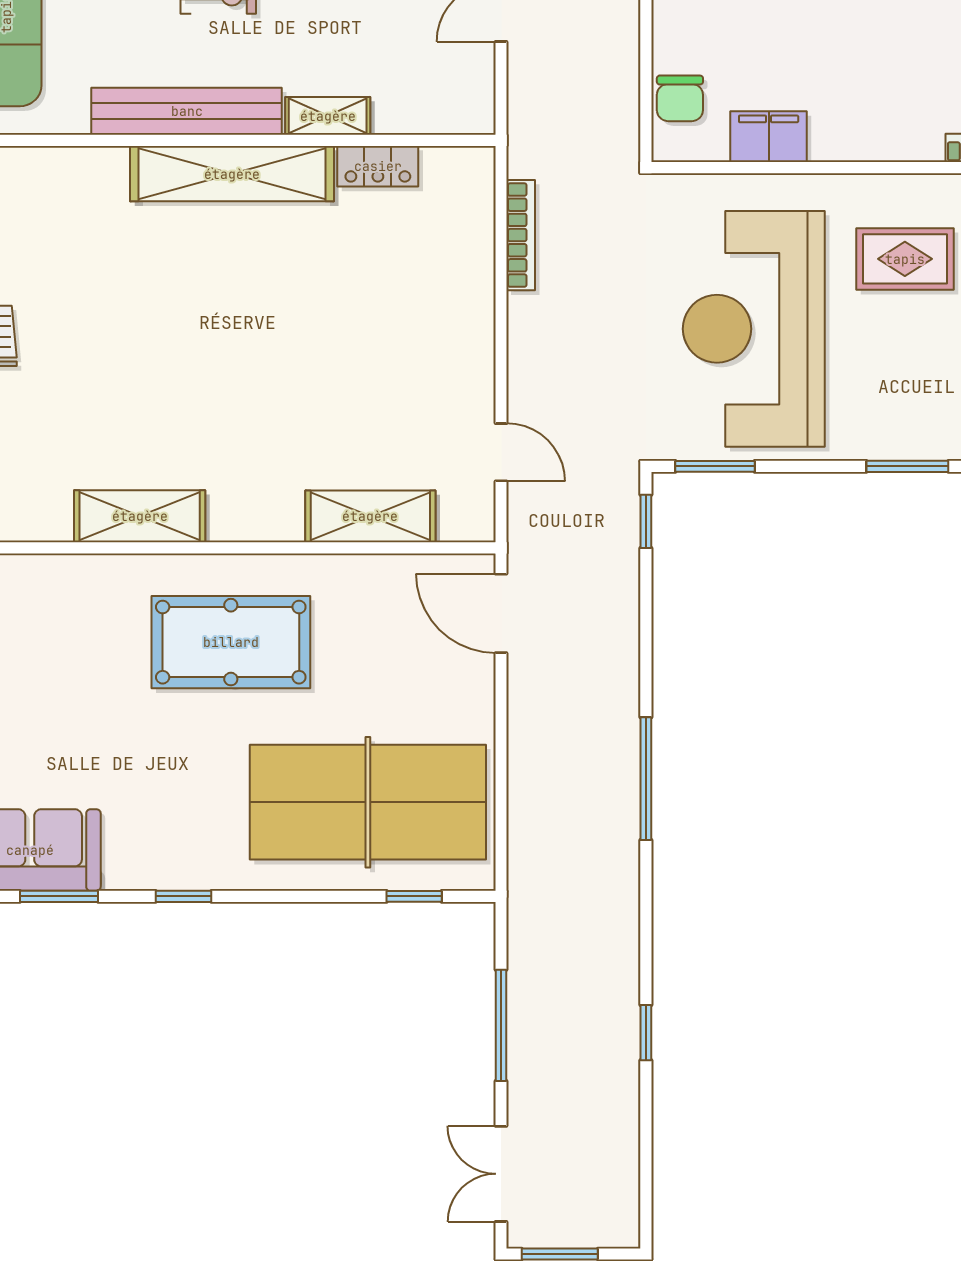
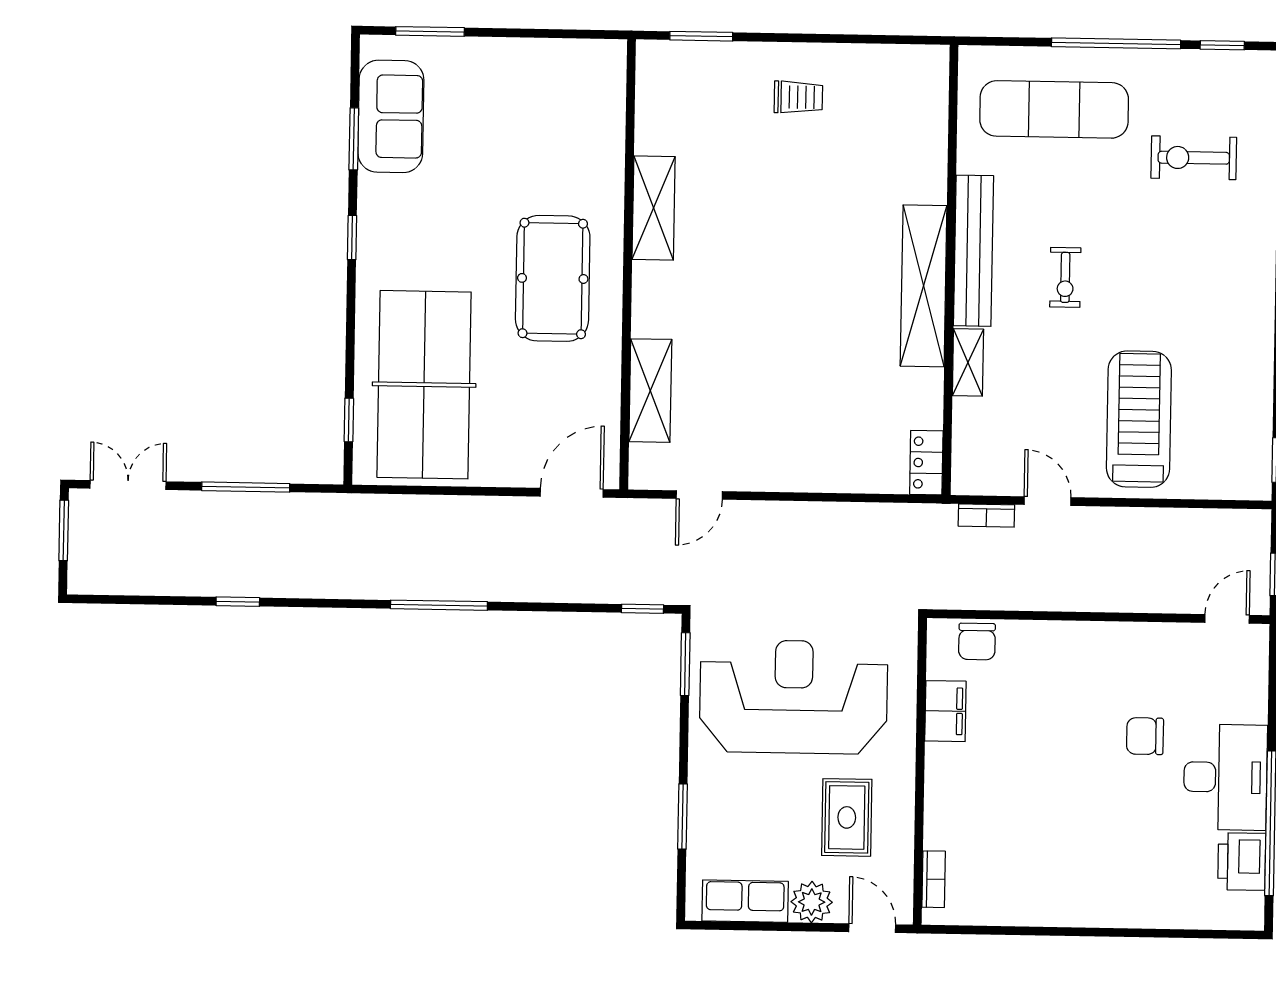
chair: (680, 98) -> (977, 641), turned -90
locker: (378, 166) -> (926, 463), moved
bookcase: (521, 235) -> (986, 516), moved, width x0.64

